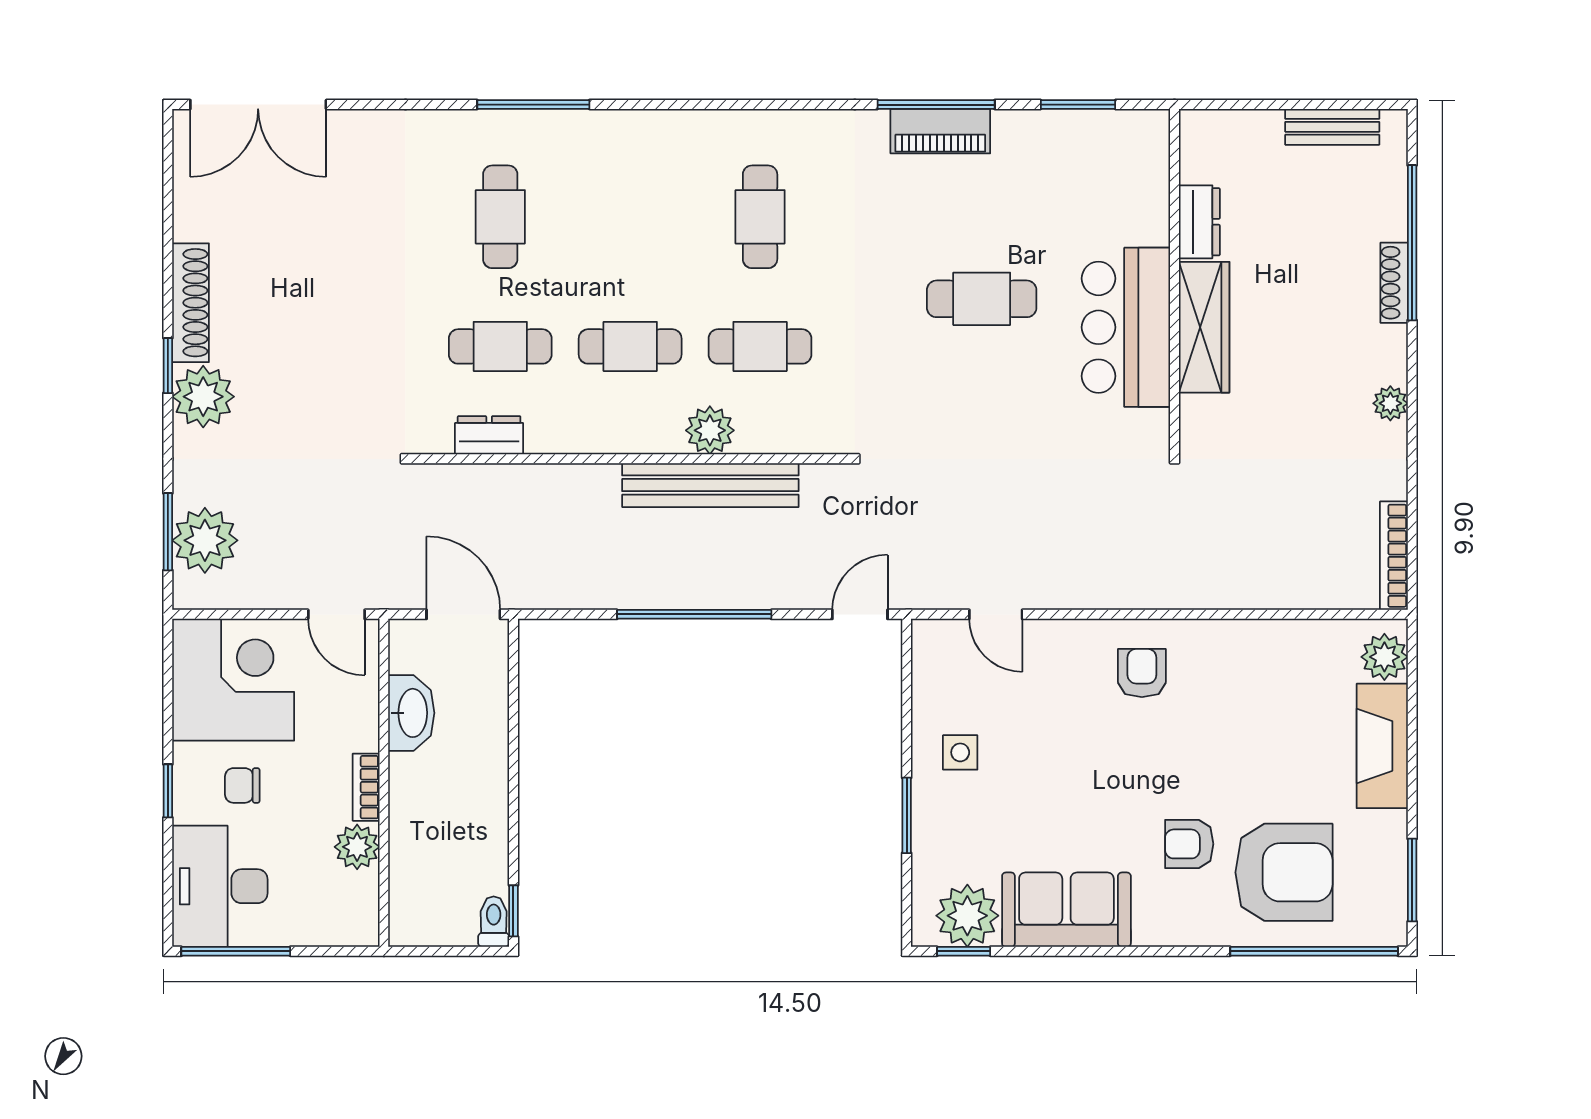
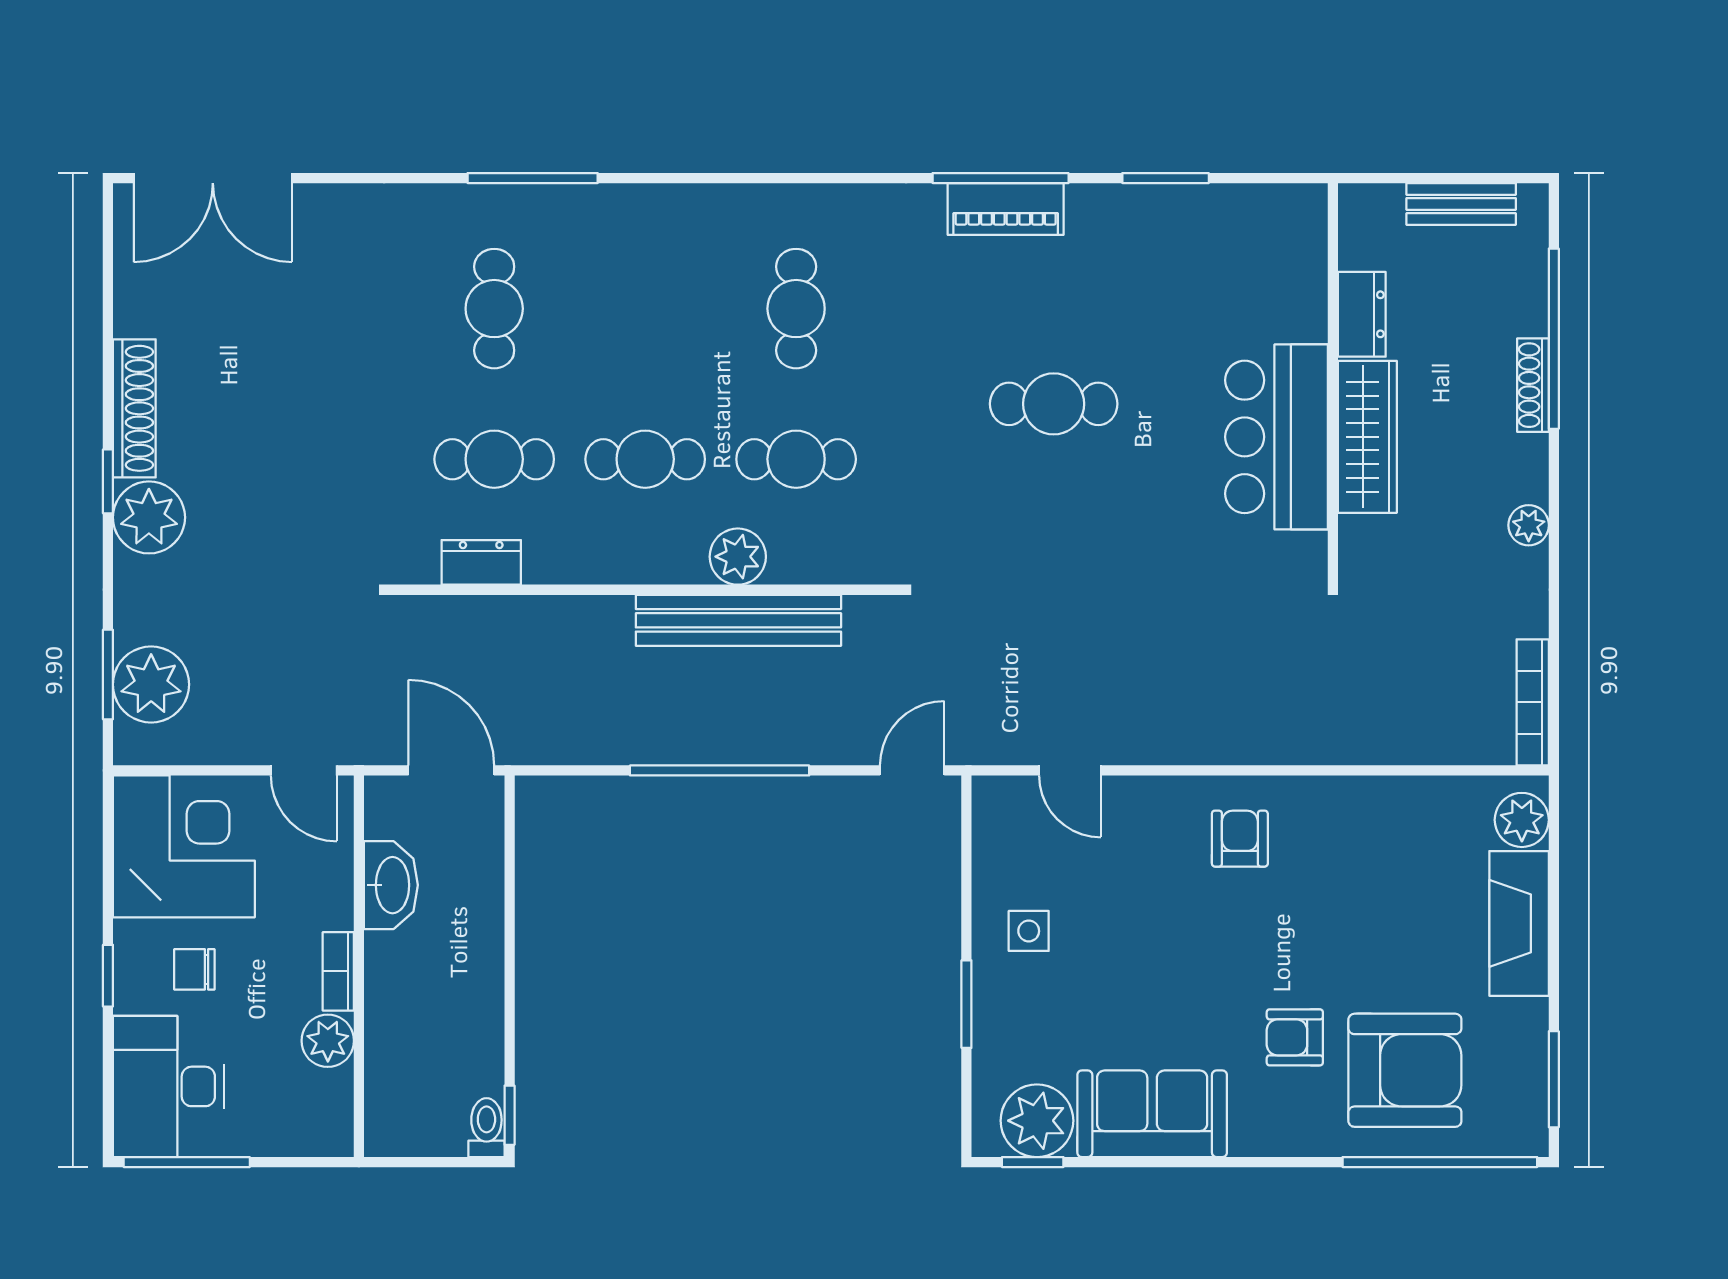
dresser: (1199, 222) -> (1362, 314), moved
wall: (1174, 282) -> (1333, 384), moved
bar counter: (1126, 327) -> (1277, 437), moved
wardrobe: (1204, 327) -> (1367, 437), moved

